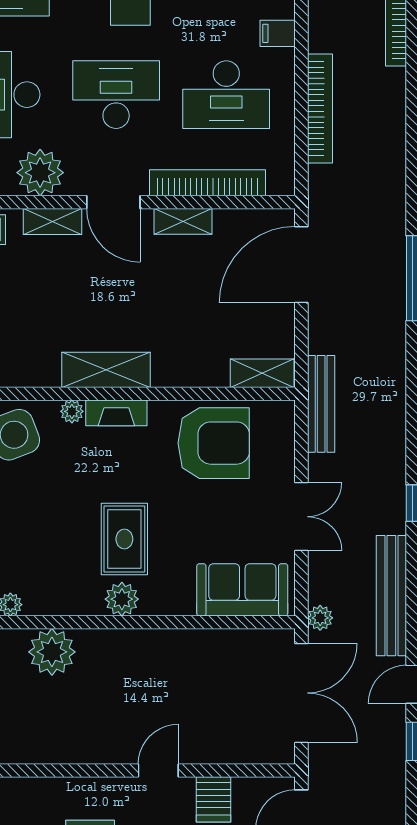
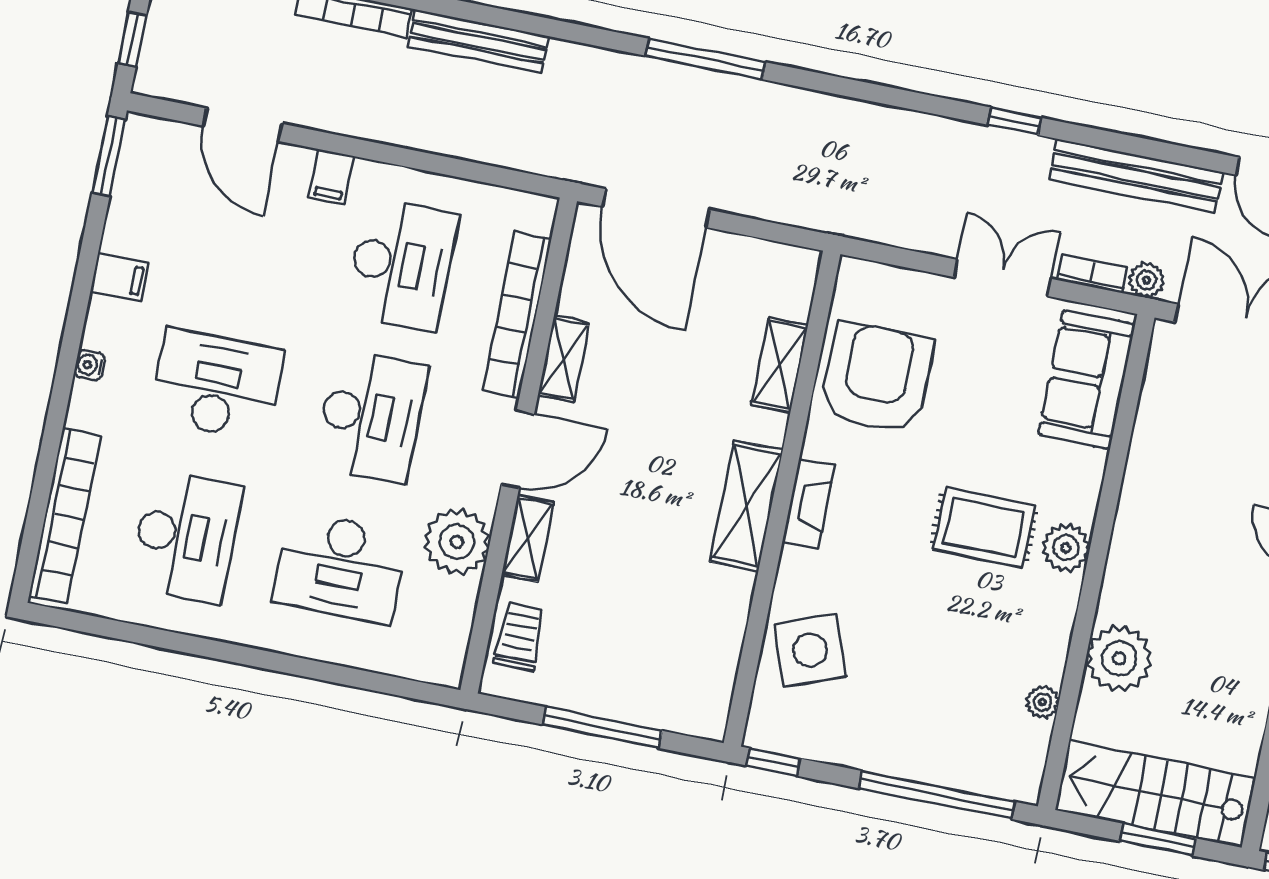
desk: (116, 95) -> (371, 416), turned 180
bookcase: (320, 108) -> (1092, 274), moved, width x0.43, depth x0.76
shelving: (262, 373) -> (780, 365), moved
bench: (321, 404) -> (478, 41), moved
plant: (72, 411) -> (794, 564), removed

